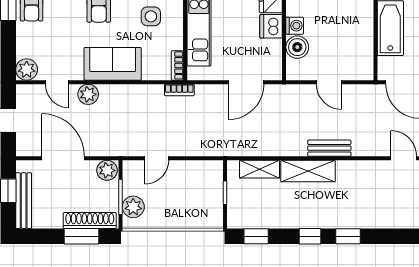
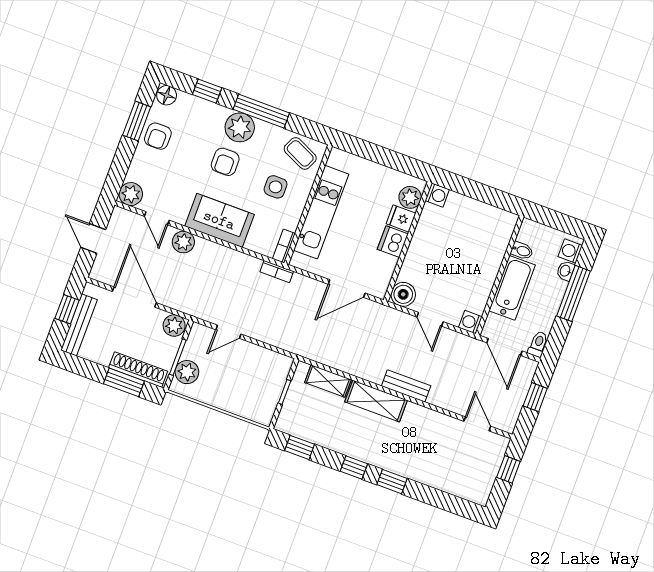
washing machine: (295, 26) -> (470, 322), moved, turned 180
boiler: (297, 47) -> (403, 294), moved

